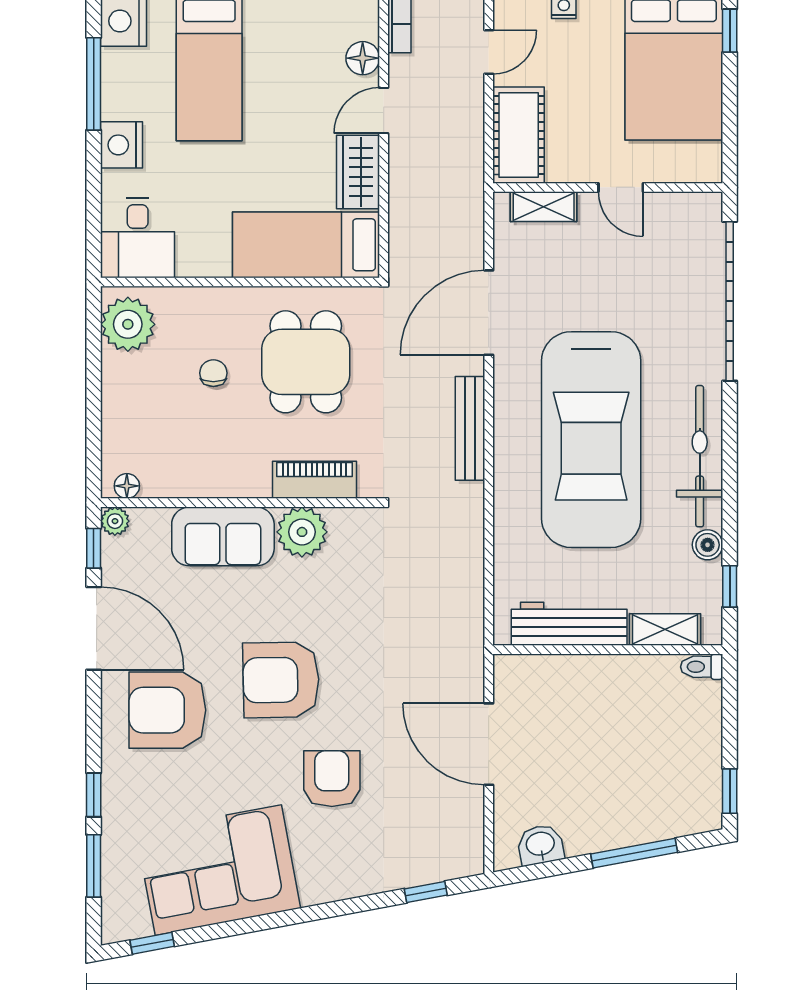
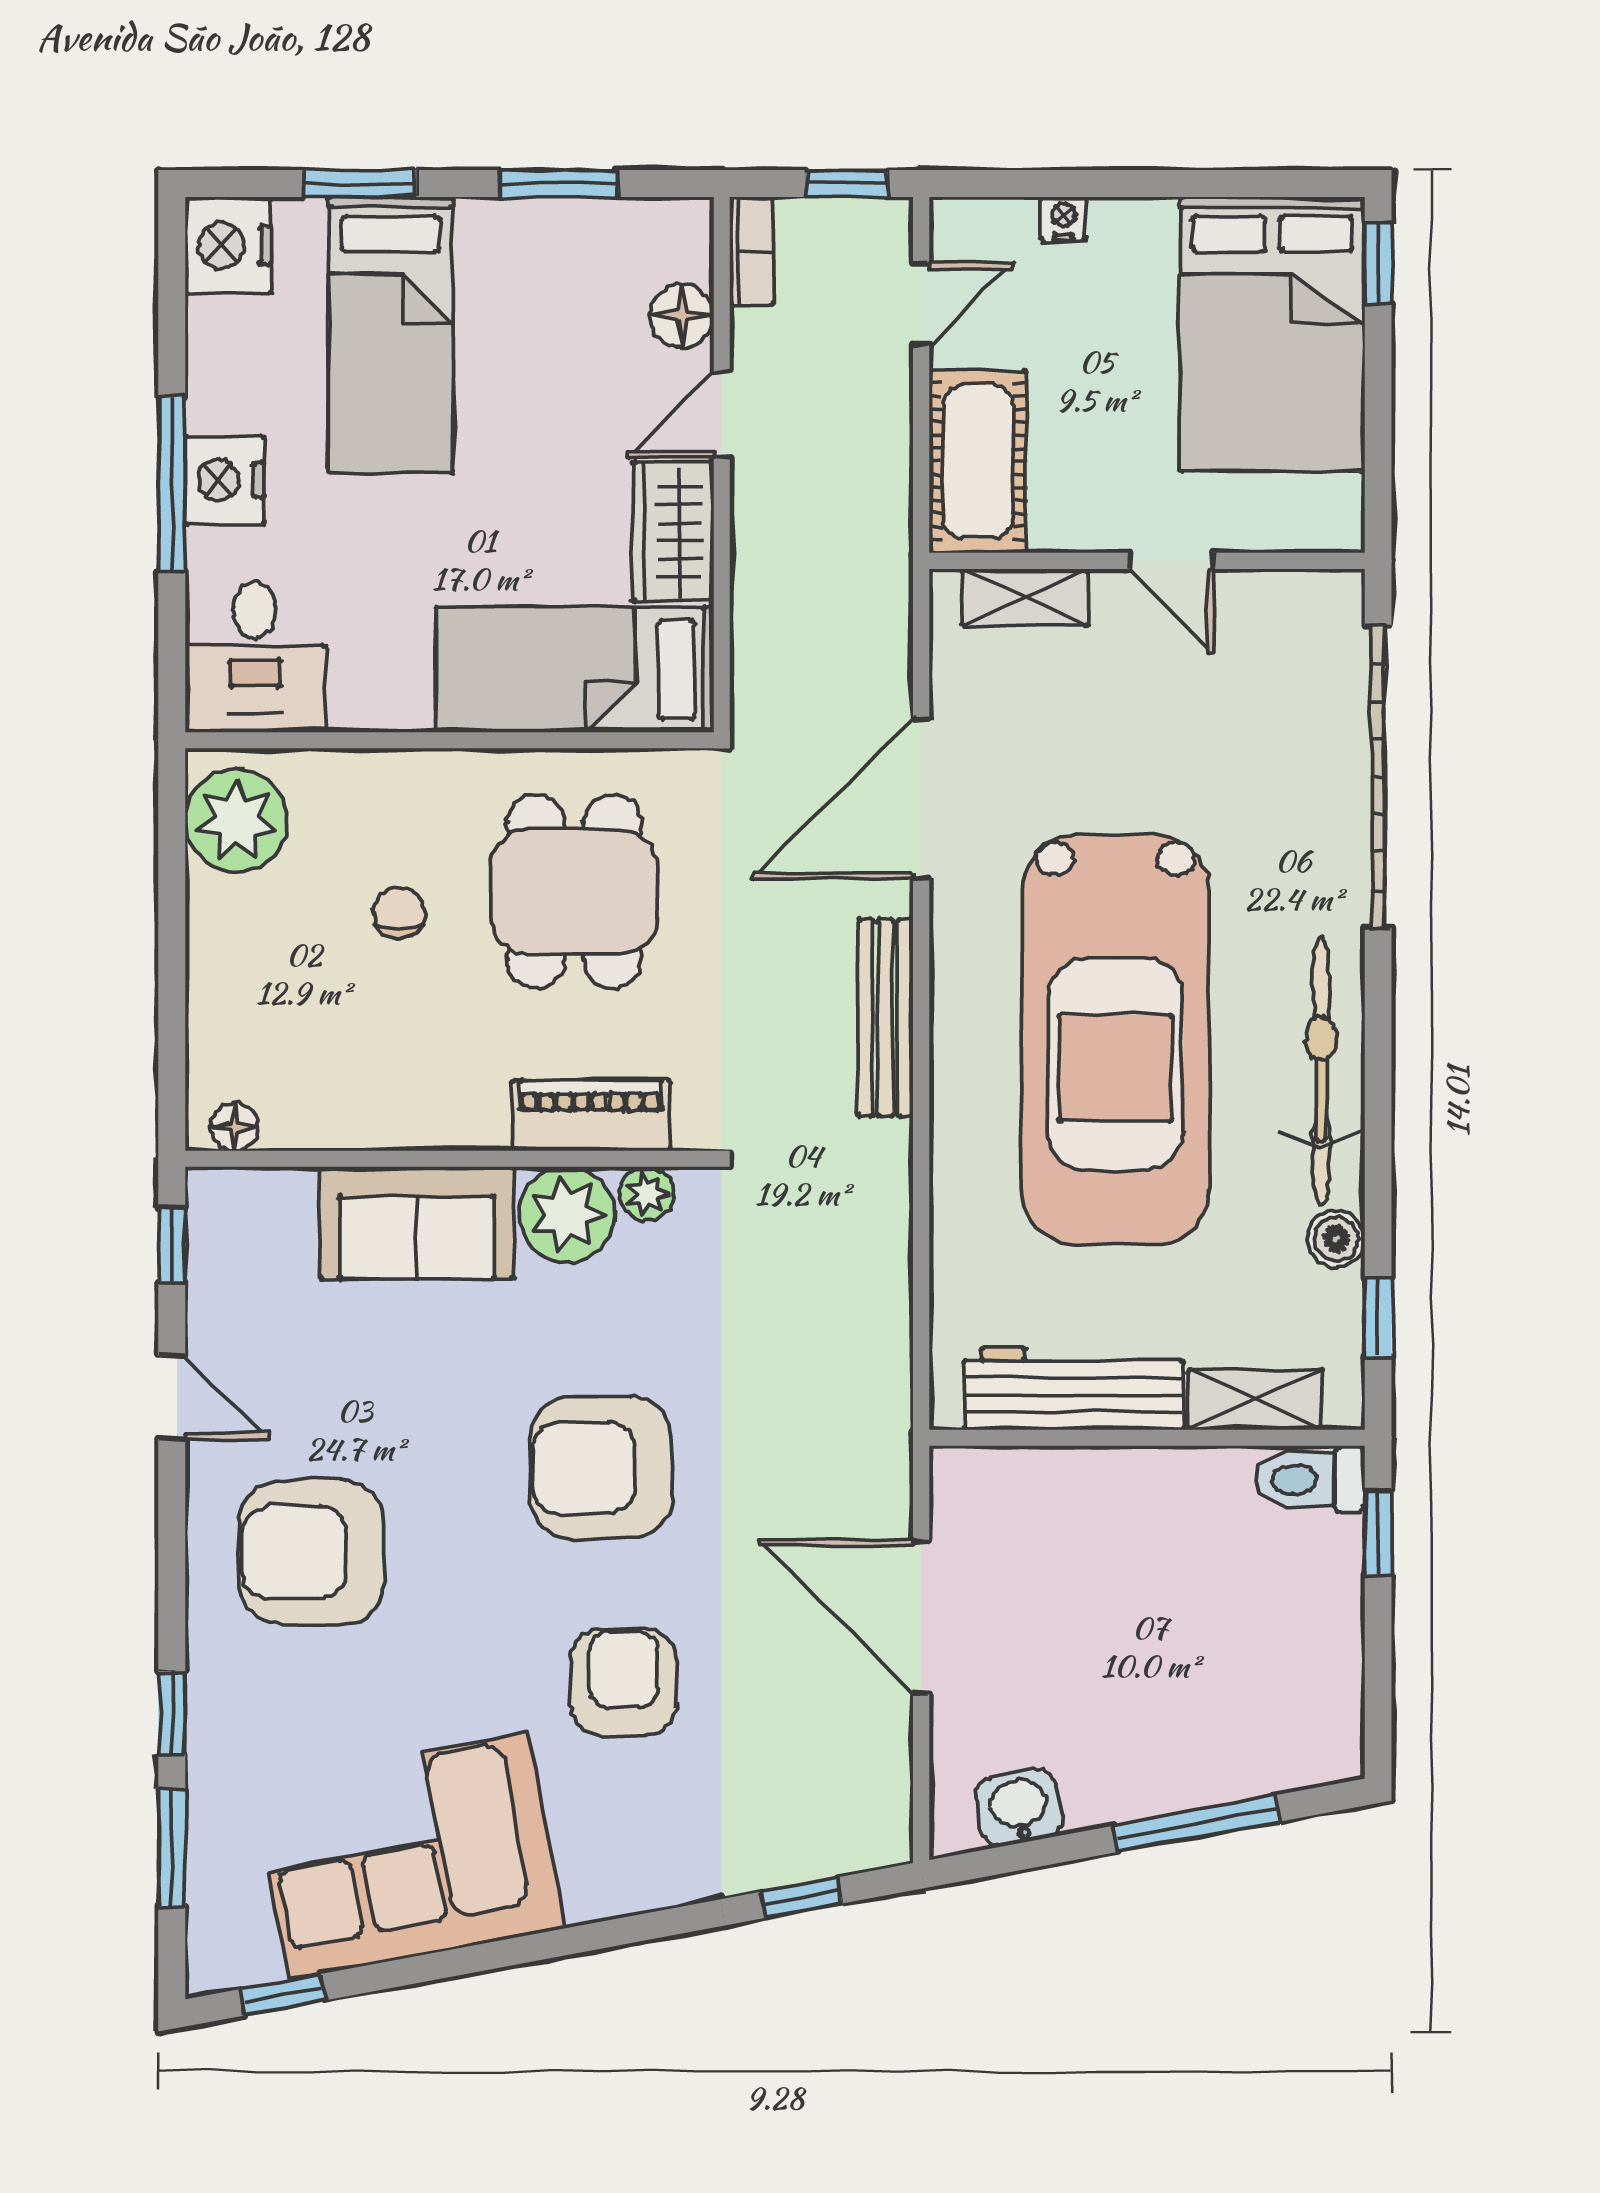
window: (94, 84) -> (172, 484), moved
plant: (115, 521) -> (647, 1194), moved
door: (94, 628) -> (172, 1397), width x0.53
toilet: (702, 667) -> (1310, 1479), width x1.37, depth x1.39
armchair: (281, 680) -> (601, 1467), moved
window: (730, 791) -> (1378, 1533), moved

